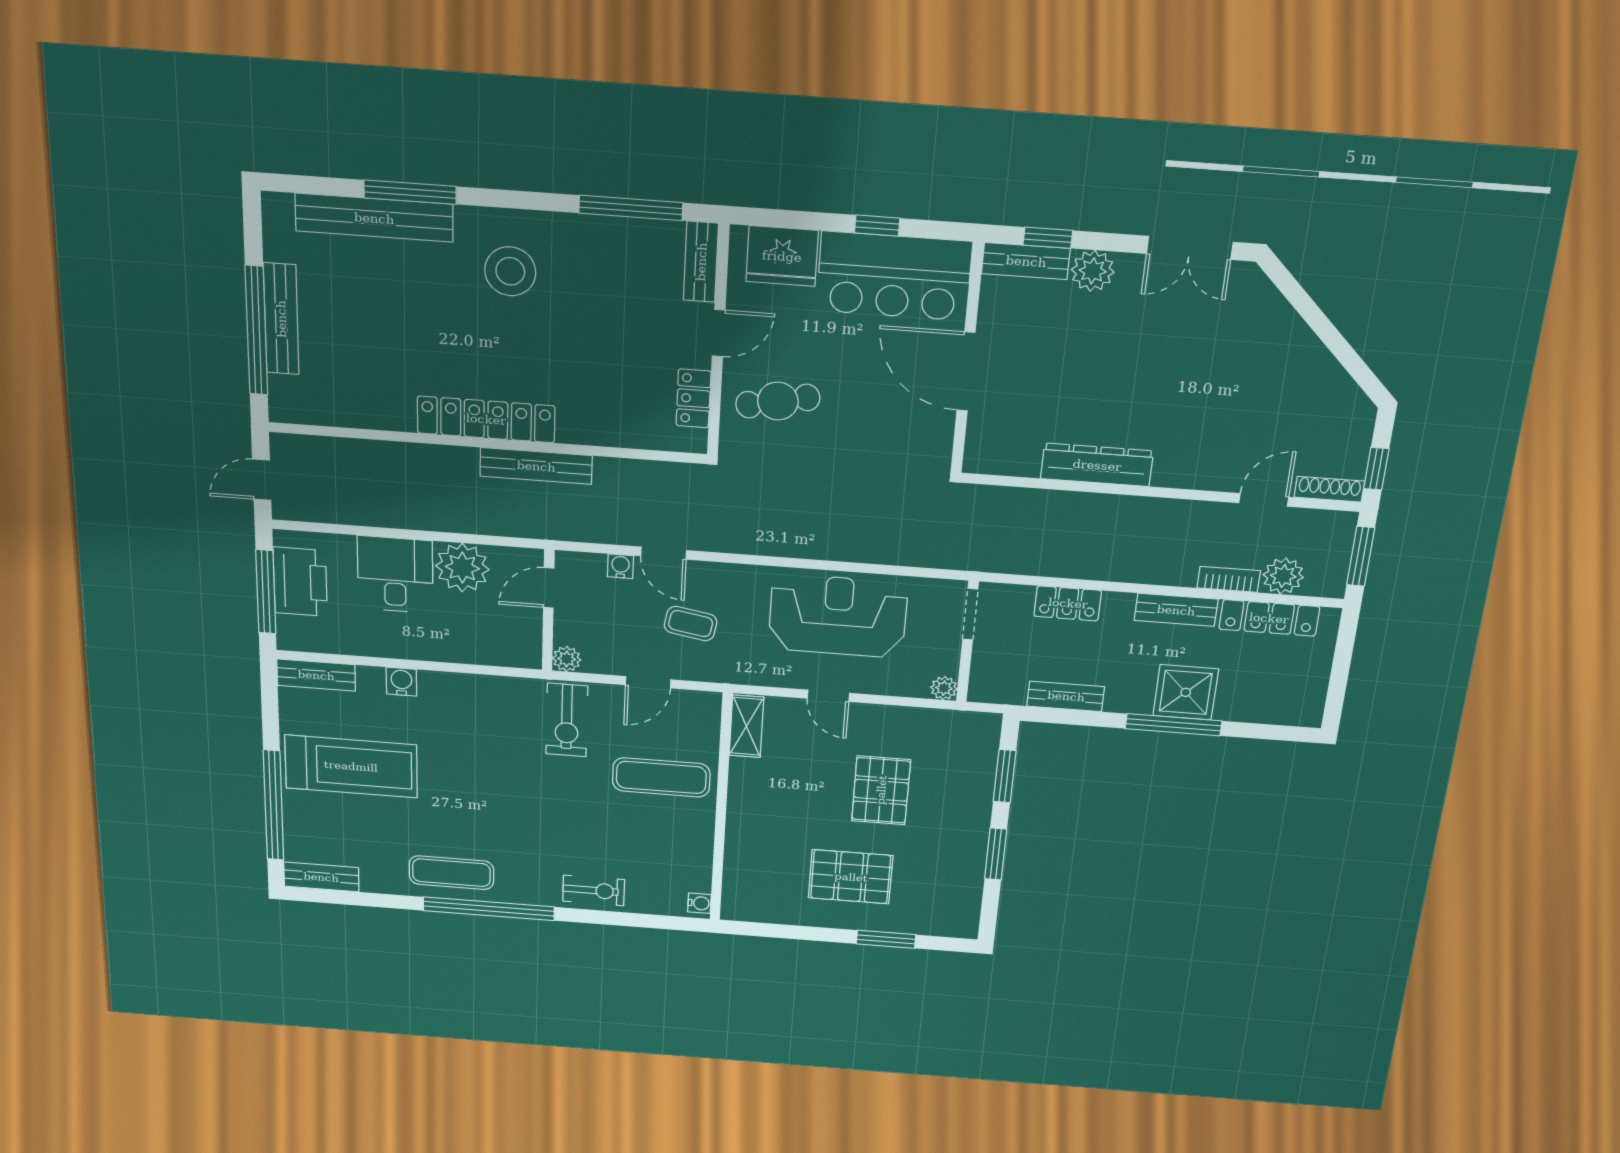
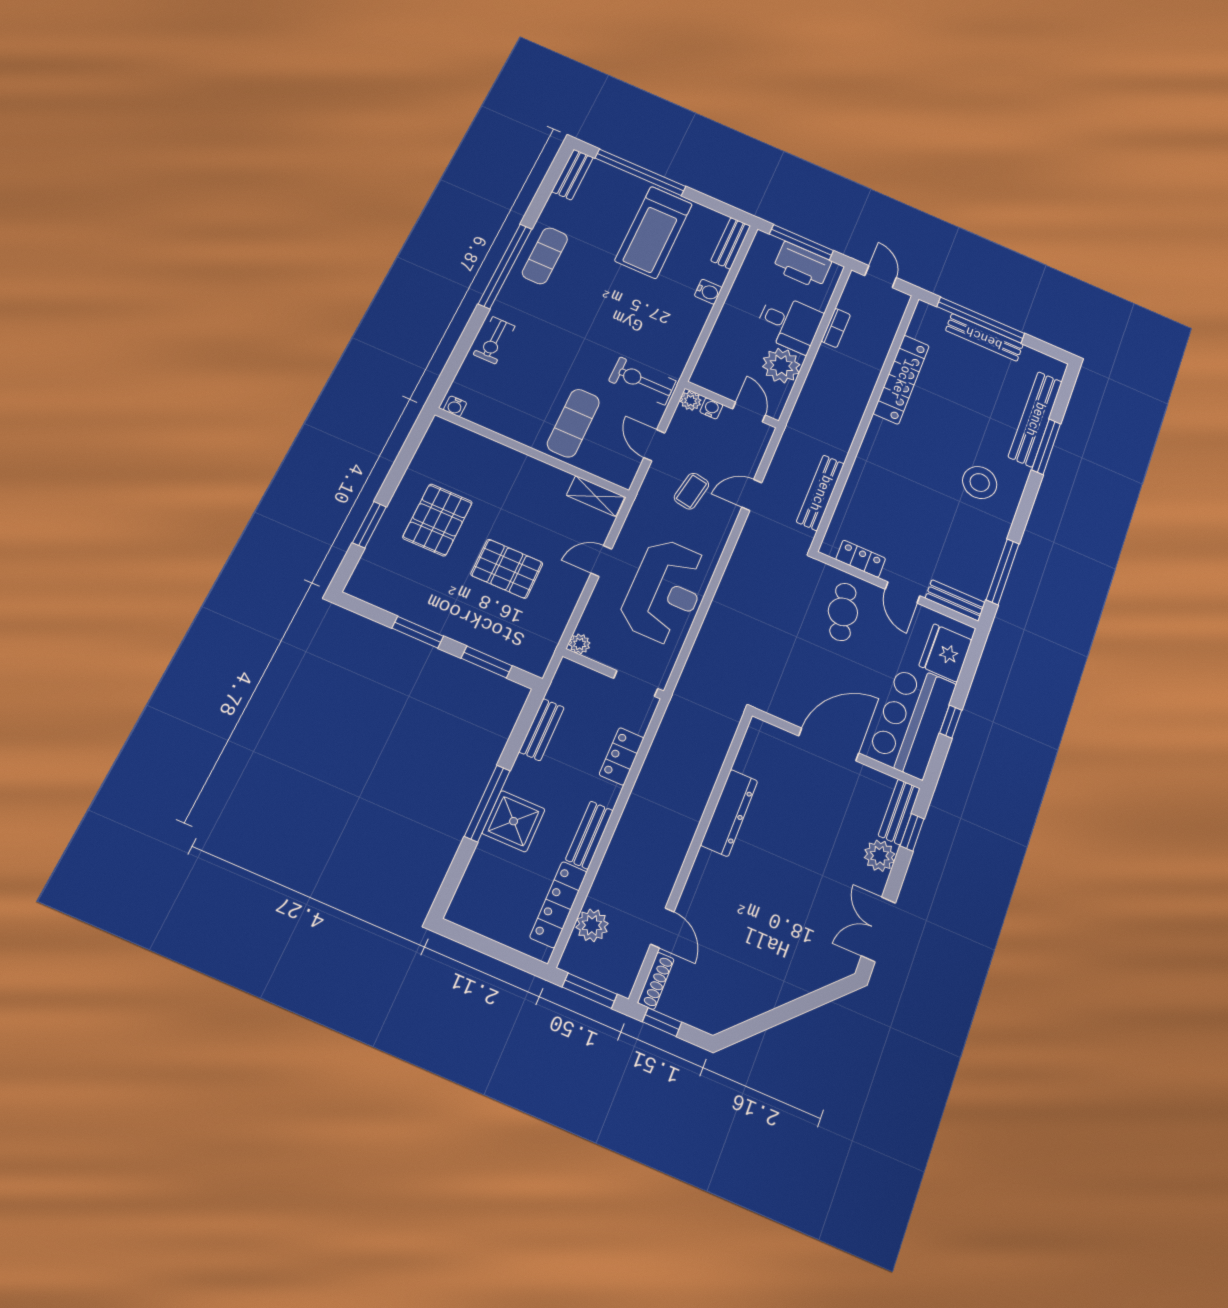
locker: (486, 419) -> (901, 379), moved
bench: (536, 466) -> (820, 493), moved
water cooler: (620, 566) -> (711, 408), moved, turned -90
bookcase: (1229, 579) -> (836, 328), moved

